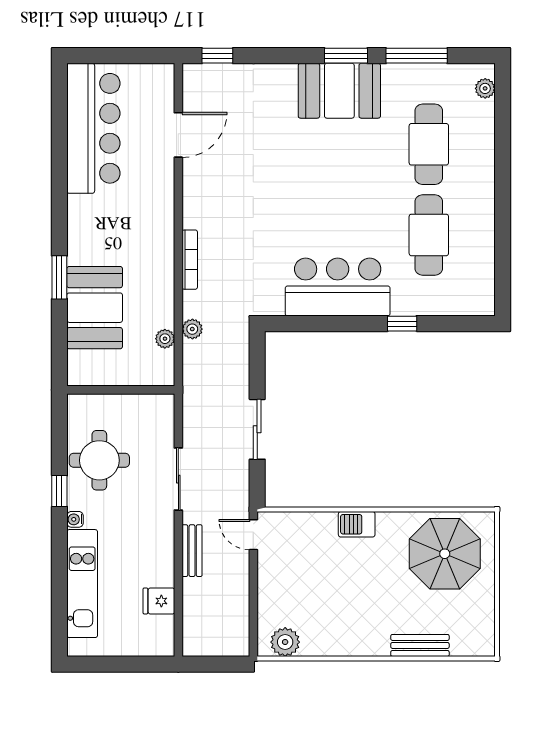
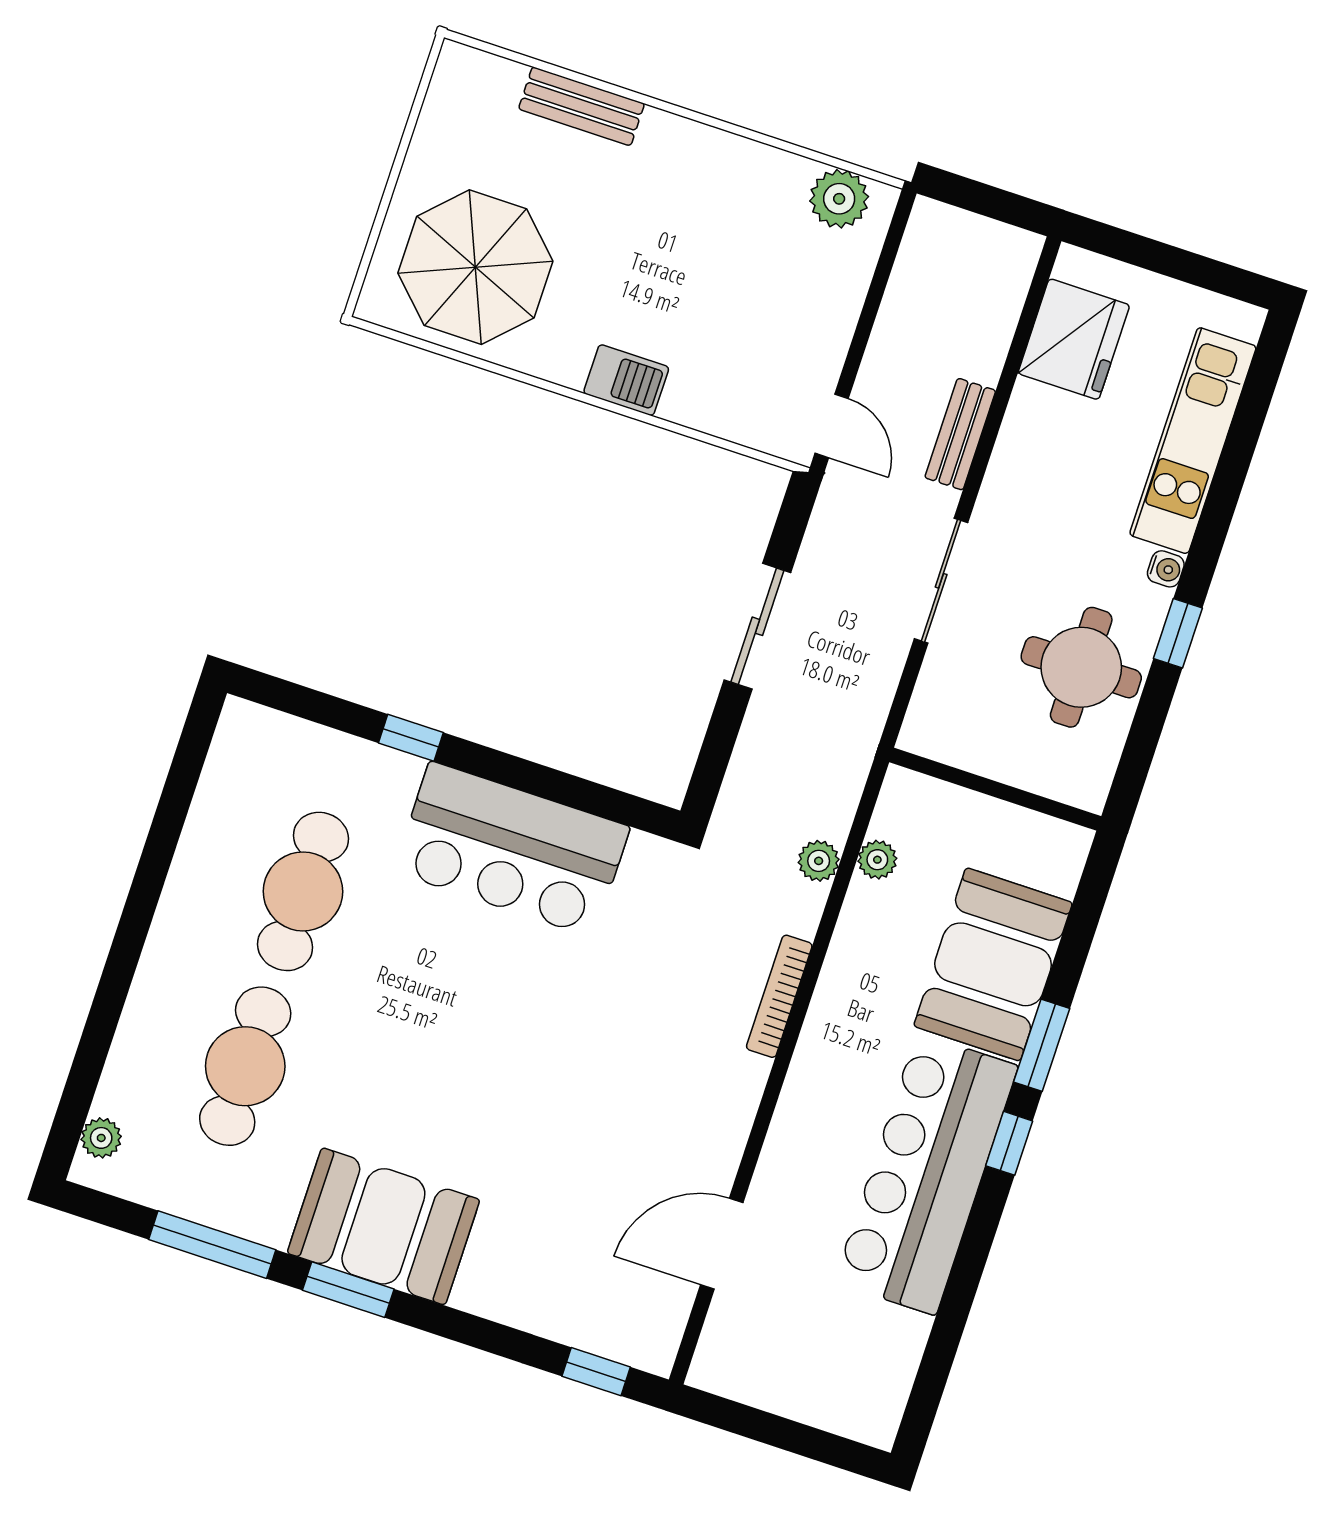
bar counter: (93, 128) -> (926, 1174), moved
window: (59, 226) -> (1009, 1143), added
fridge: (159, 601) -> (1074, 339), width x1.88, depth x1.34

